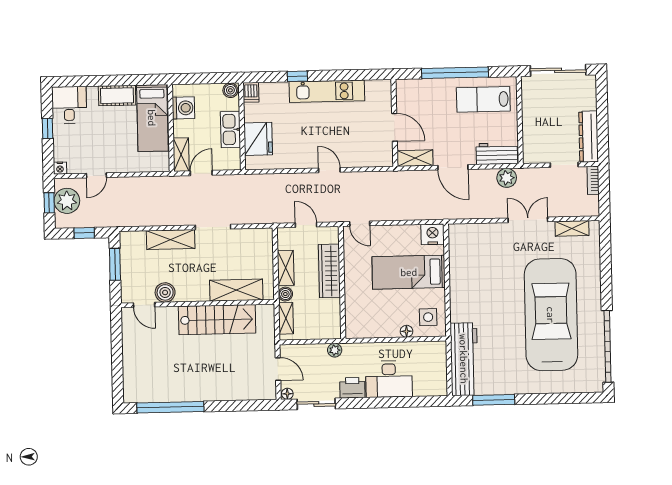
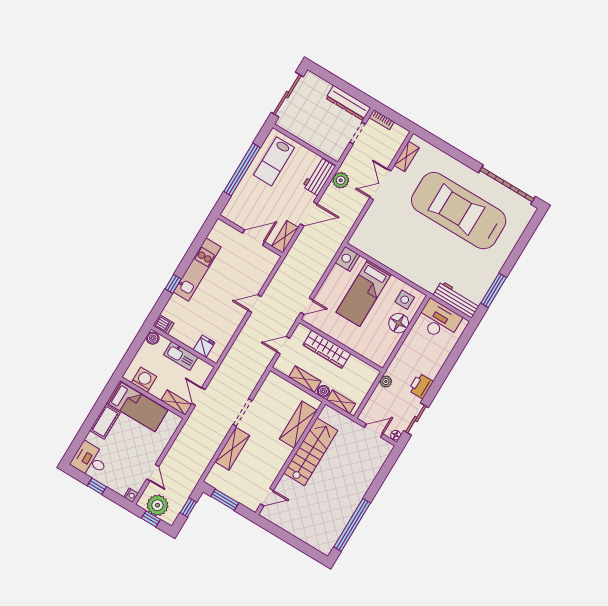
fridge: (258, 139) -> (204, 346), width x0.53, depth x0.75
boiler: (165, 292) -> (268, 477), removed
floor lamp: (407, 331) -> (399, 323), width x1.89, depth x1.89
workbench: (464, 359) -> (457, 300), width x0.73, depth x0.76
desk: (389, 379) -> (439, 320), moved, turned -90

